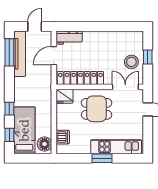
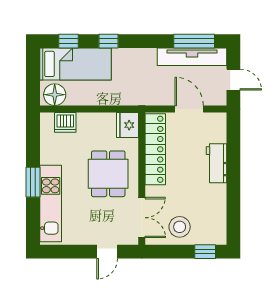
workbench: (69, 38) -> (216, 163), moved
window: (148, 57) -> (205, 252), moved

